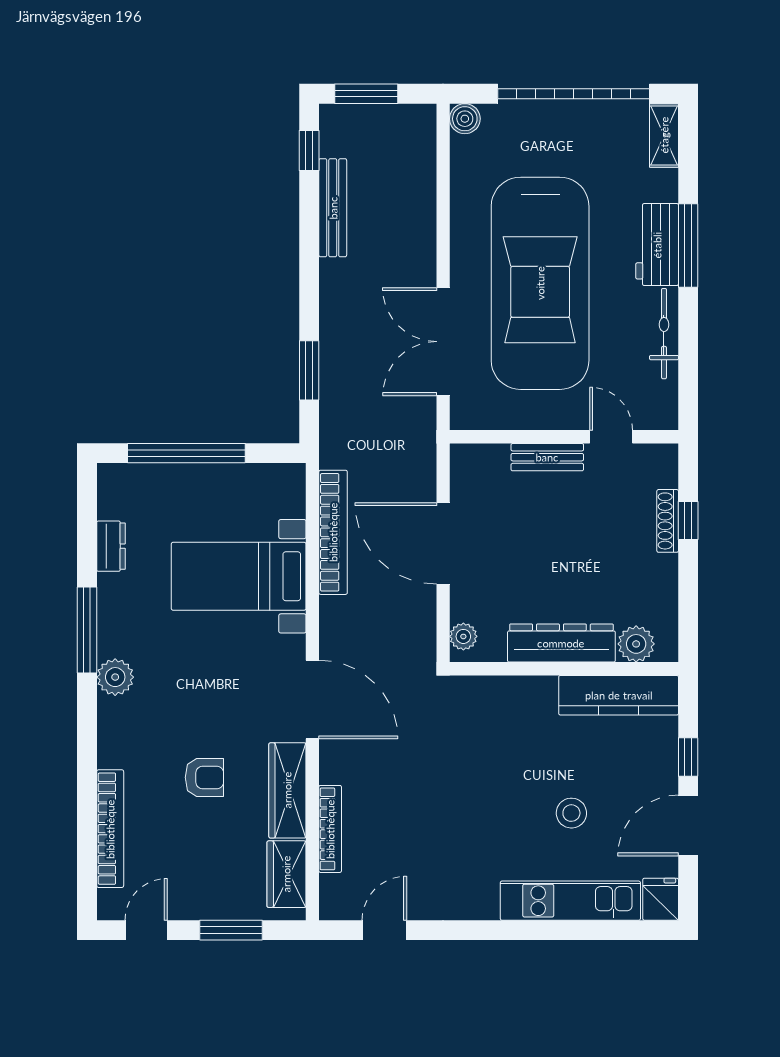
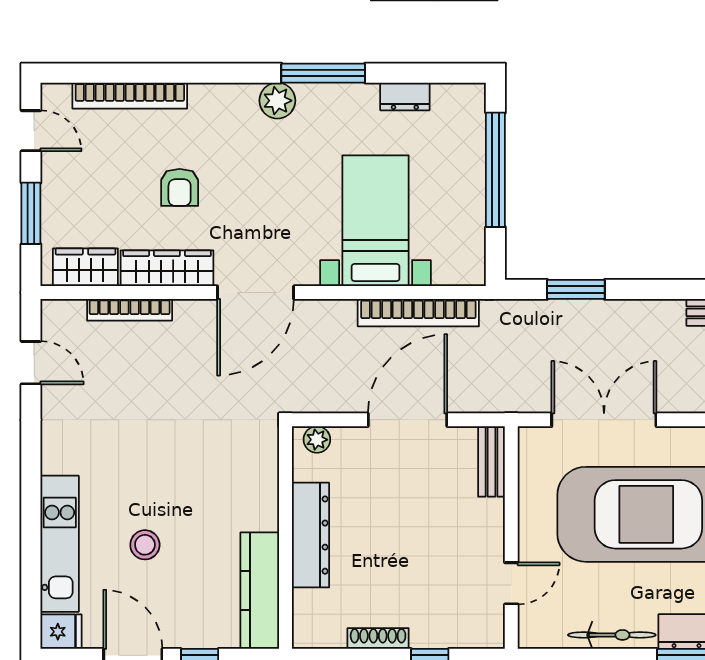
bench: (547, 457) -> (492, 461), moved
shoe rack: (668, 521) -> (378, 639), moved
plant: (636, 644) -> (310, 608), removed

